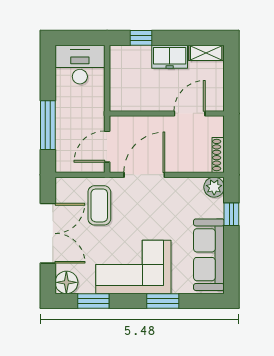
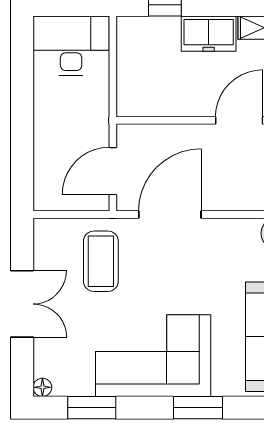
window: (48, 125) -> (22, 138), removed
double door: (48, 233) -> (22, 304), width x0.73
floor lamp: (66, 282) -> (42, 387), width x0.53, depth x0.53

